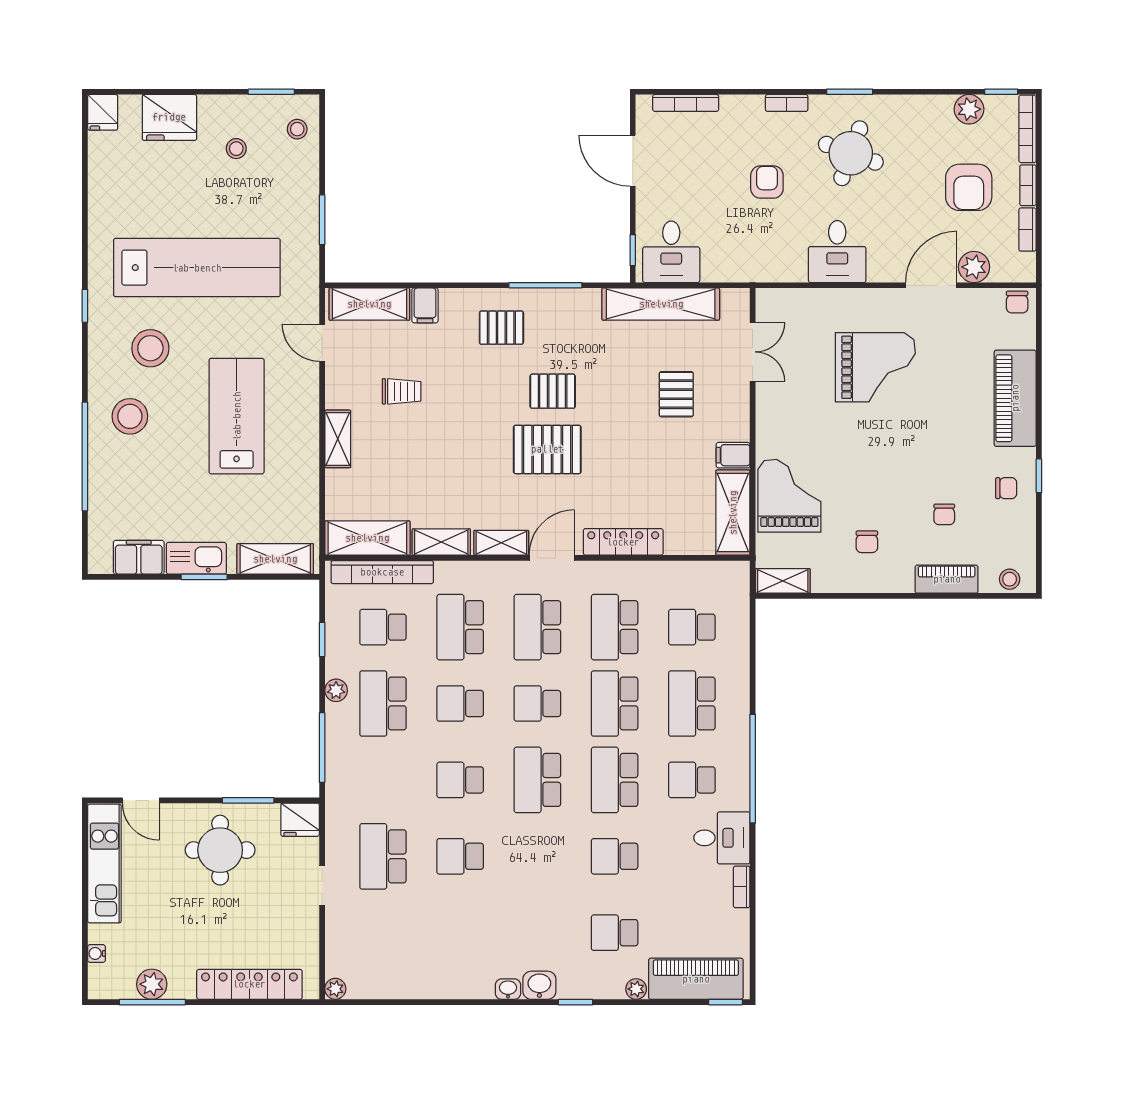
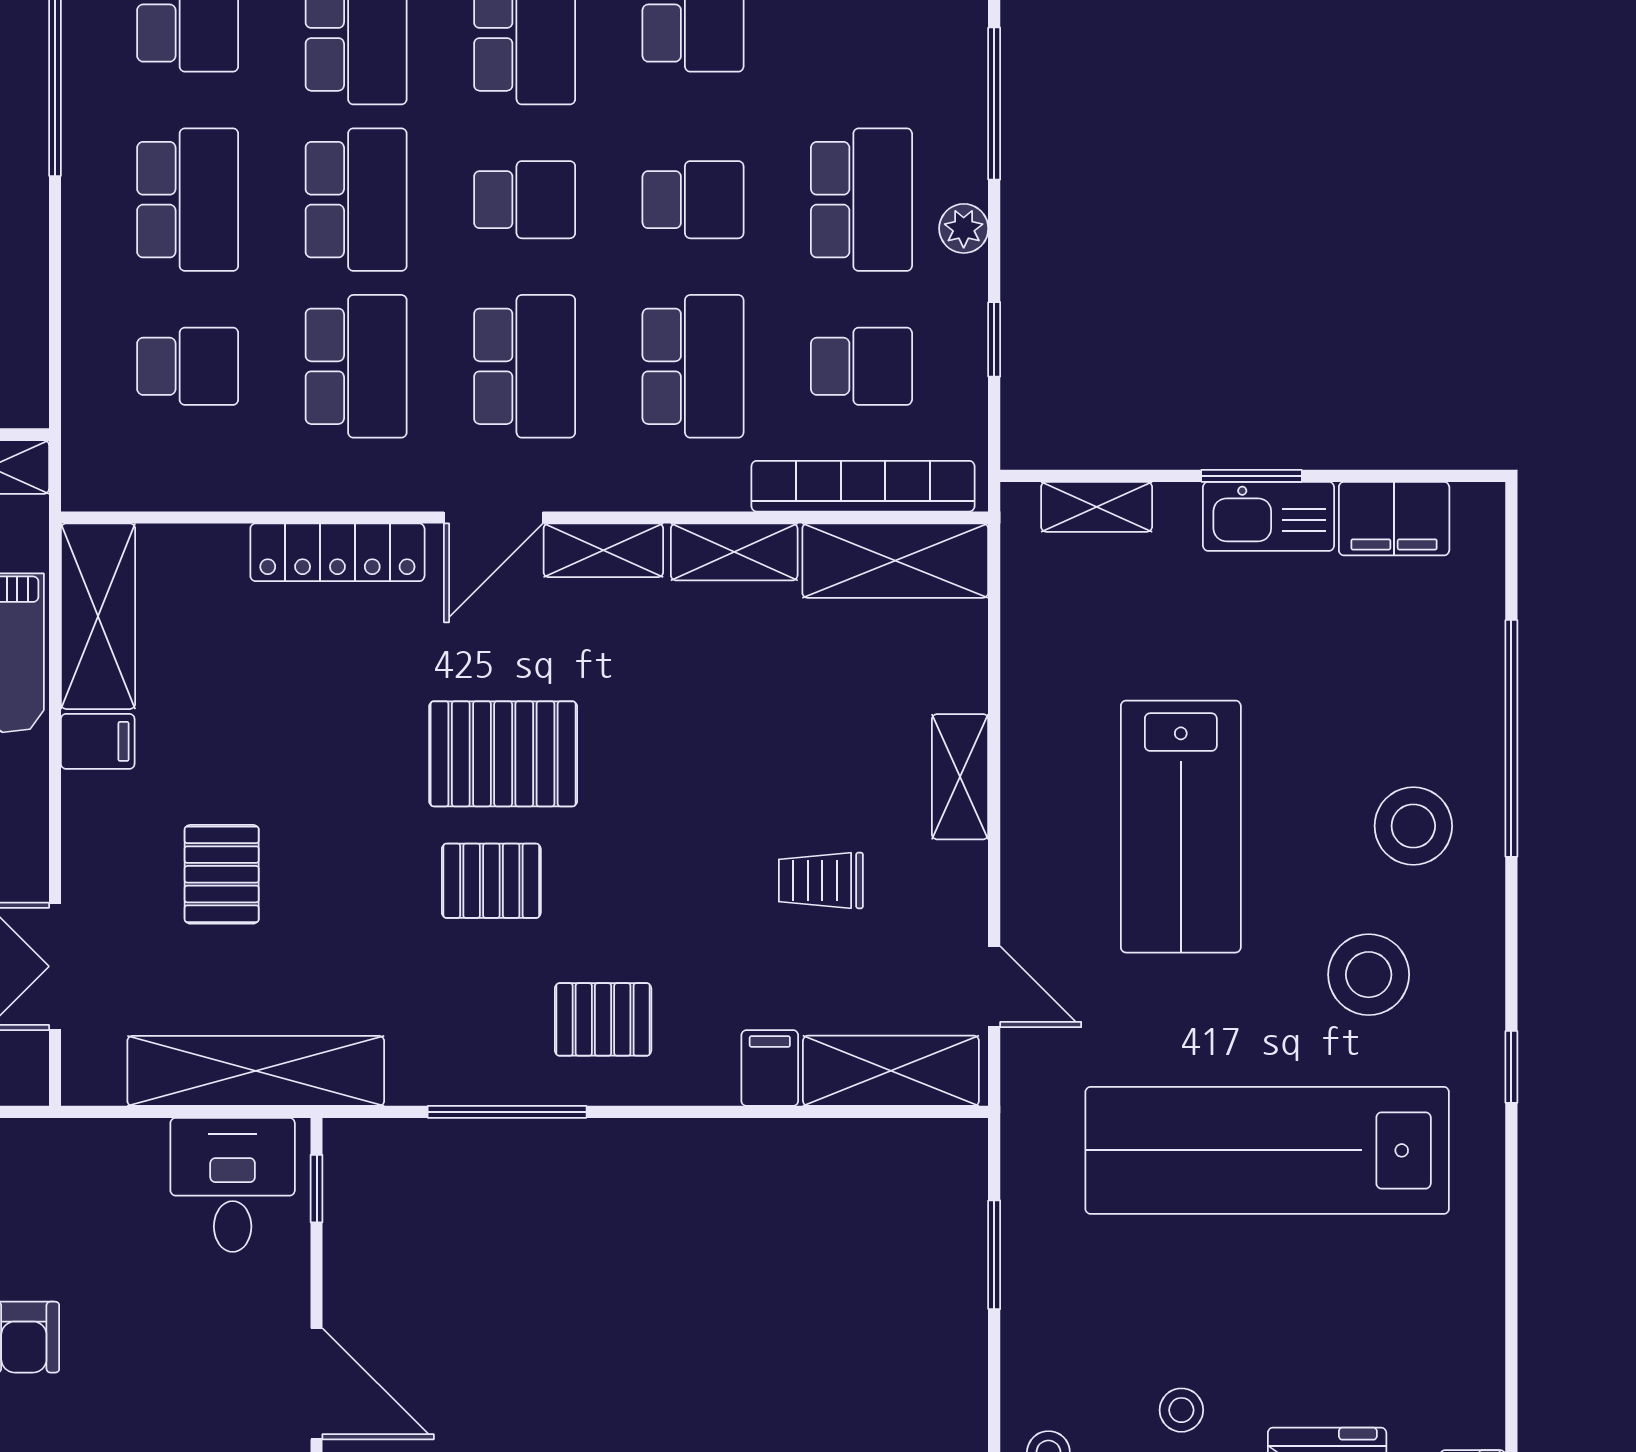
shelving: (275, 559) -> (1097, 507), width x0.67, depth x0.75

